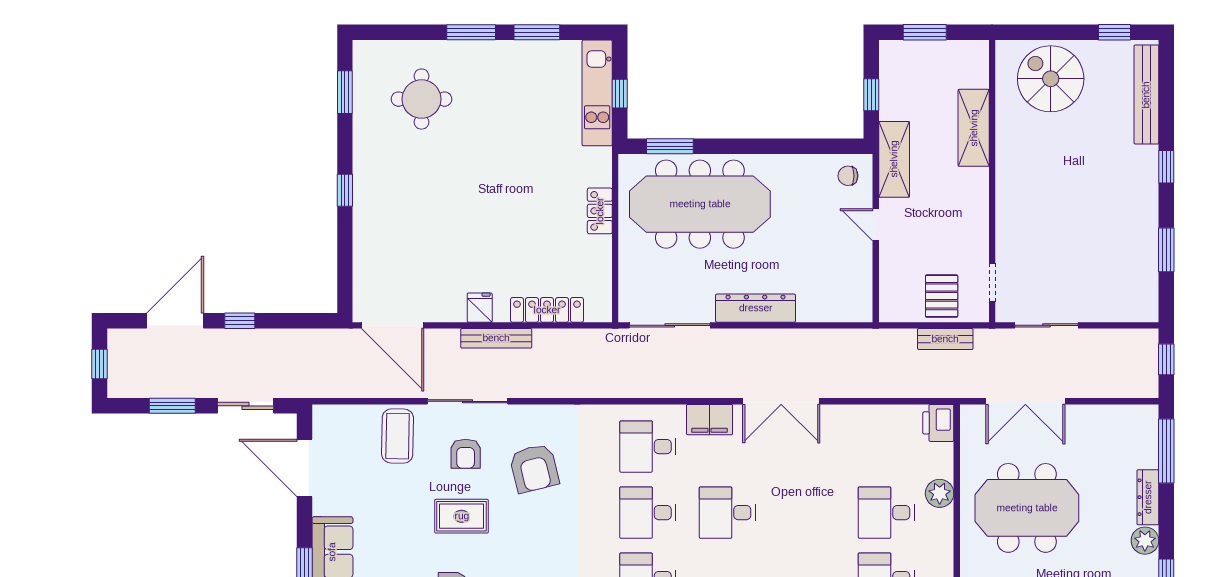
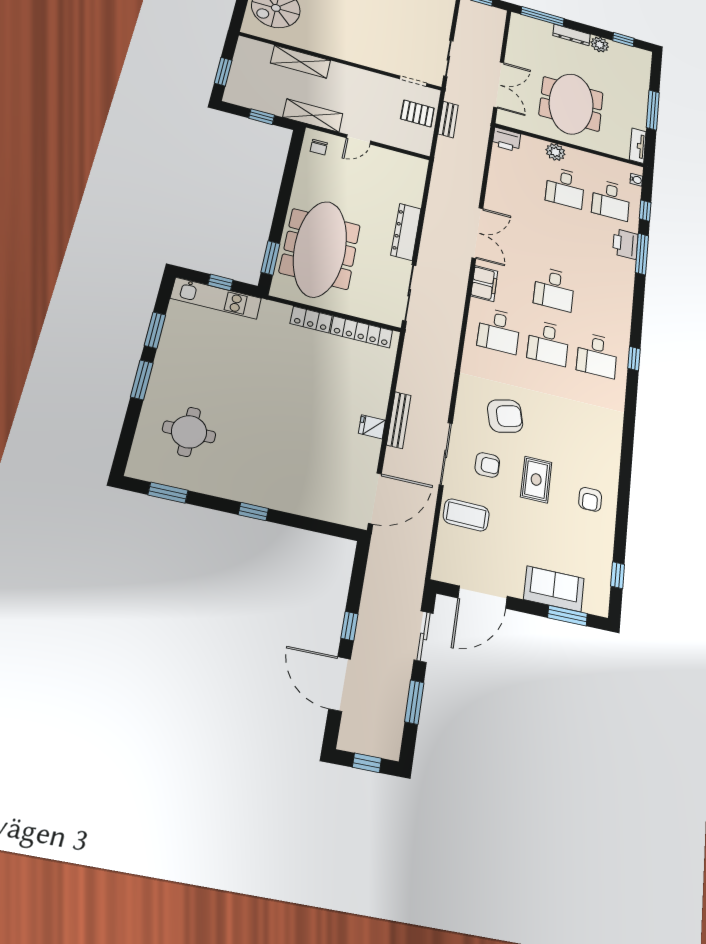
locker: (547, 310) -> (362, 332), moved, turned -90

